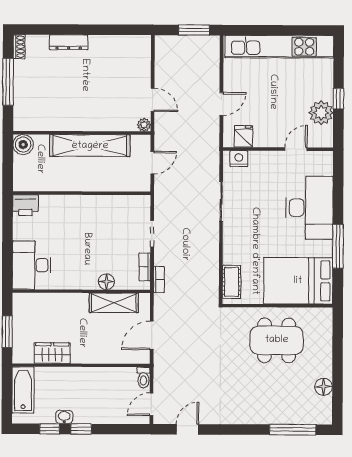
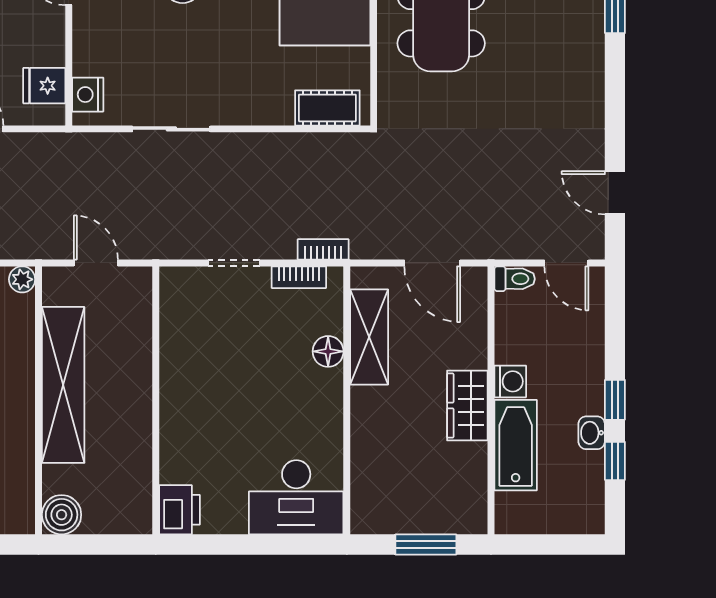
wardrobe: (52, 353) -> (467, 406), moved
washing machine: (91, 375) -> (510, 381), added
bathtub: (23, 390) -> (516, 445), moved, turned 90

